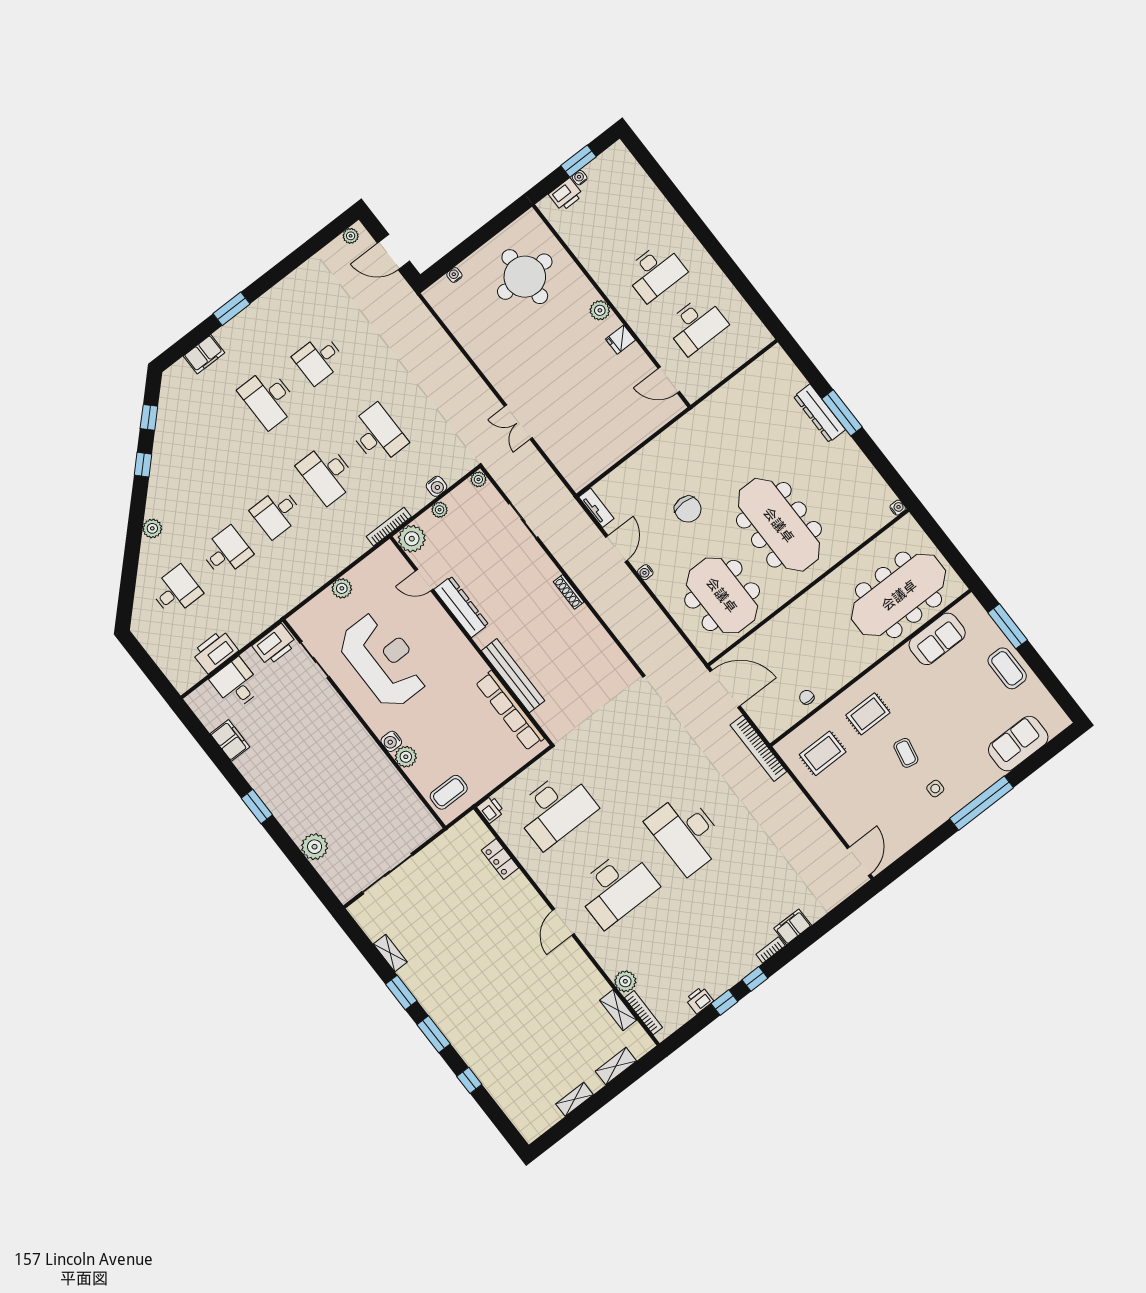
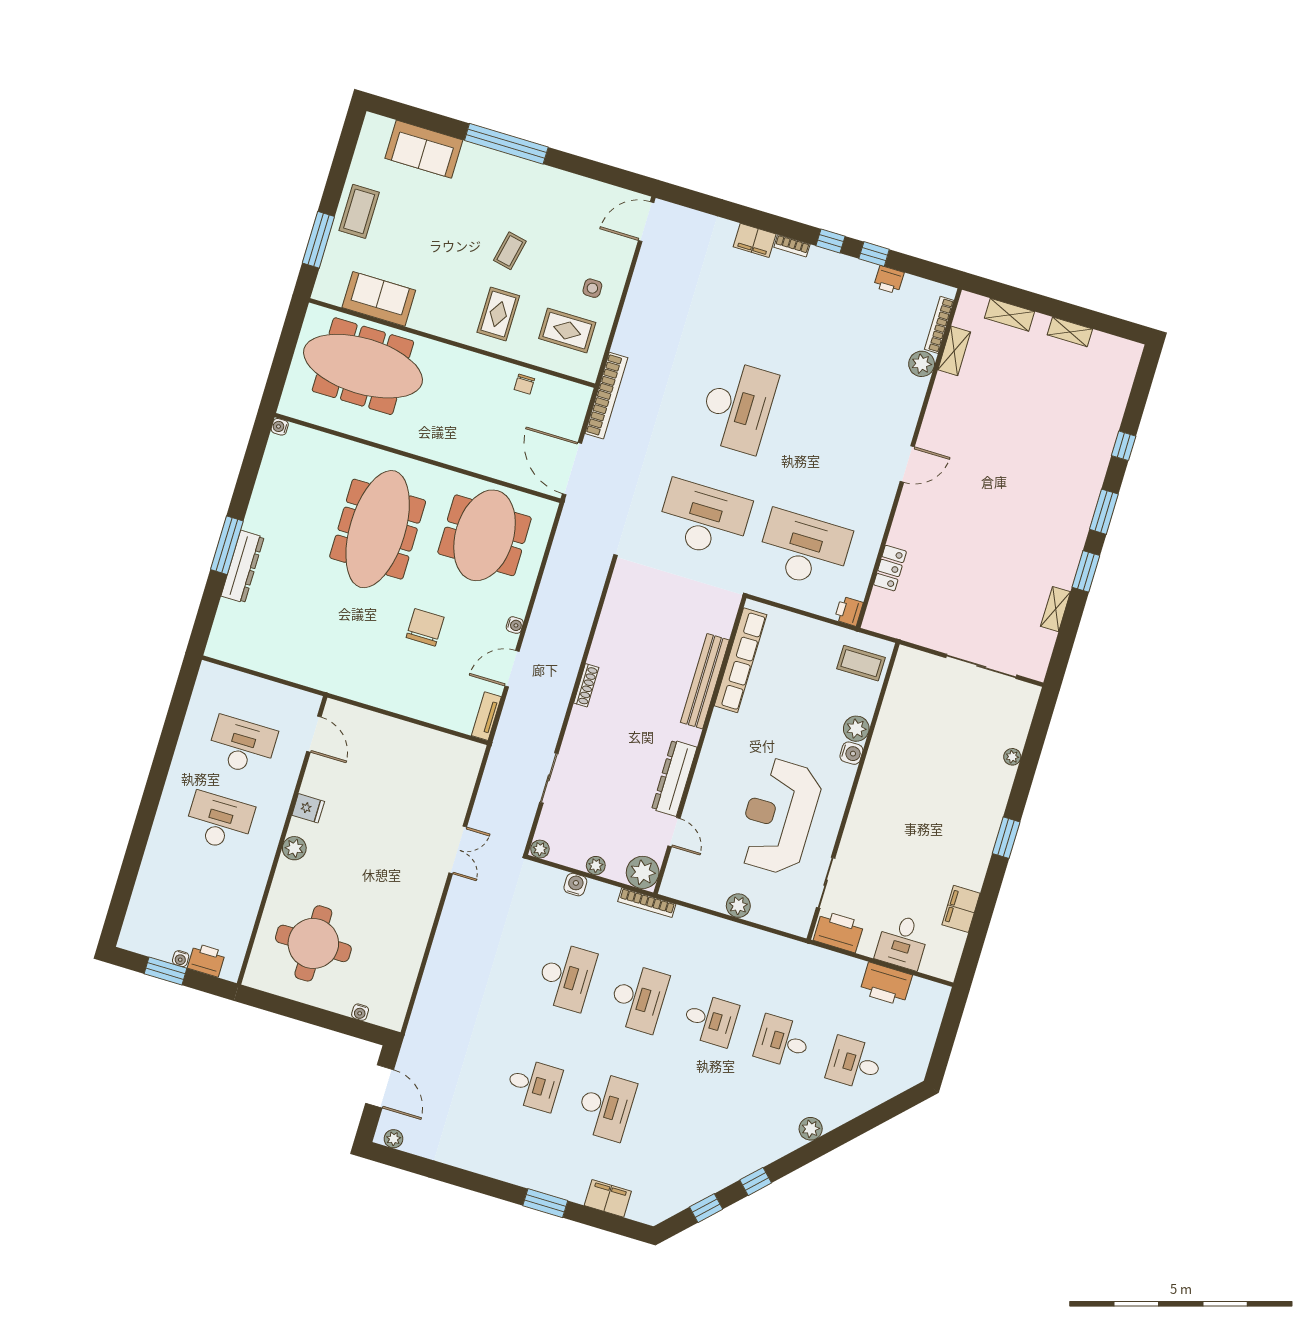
desk: (378, 435) -> (566, 977), turned 180
rug: (868, 714) -> (498, 314), turned 90
side table: (935, 789) -> (592, 288), moved
plant: (315, 847) -> (1012, 757), width x0.53, depth x0.53
desk: (616, 888) -> (704, 519), moved

